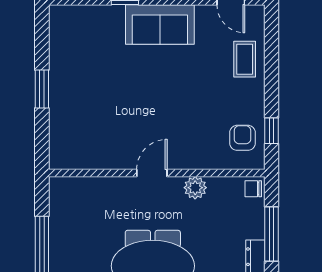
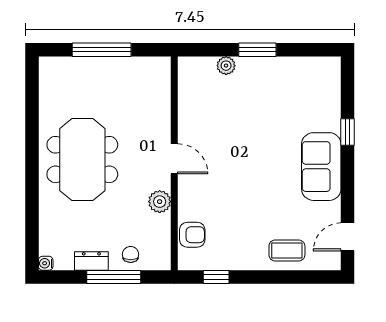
plant: (58, 121) -> (226, 66), added
armchair: (242, 138) -> (192, 235), moved
chair: (253, 189) -> (131, 254), moved

